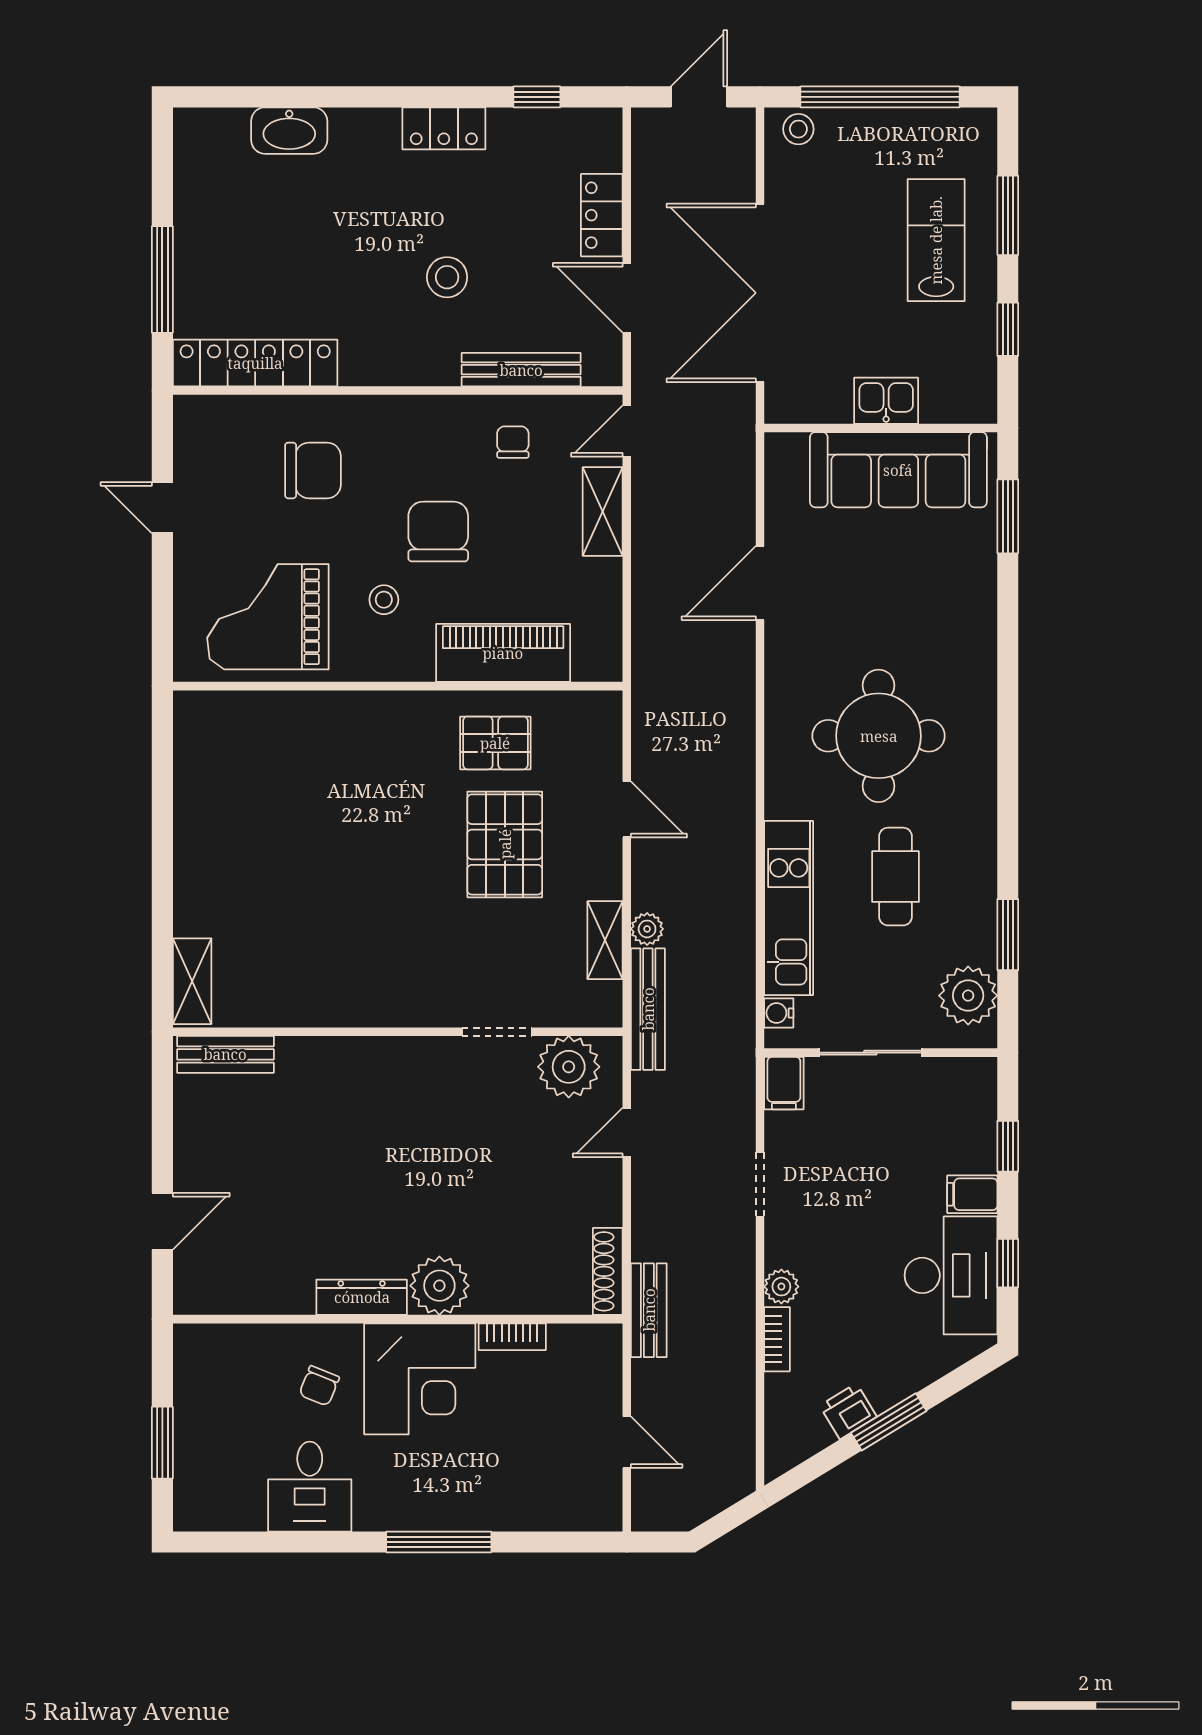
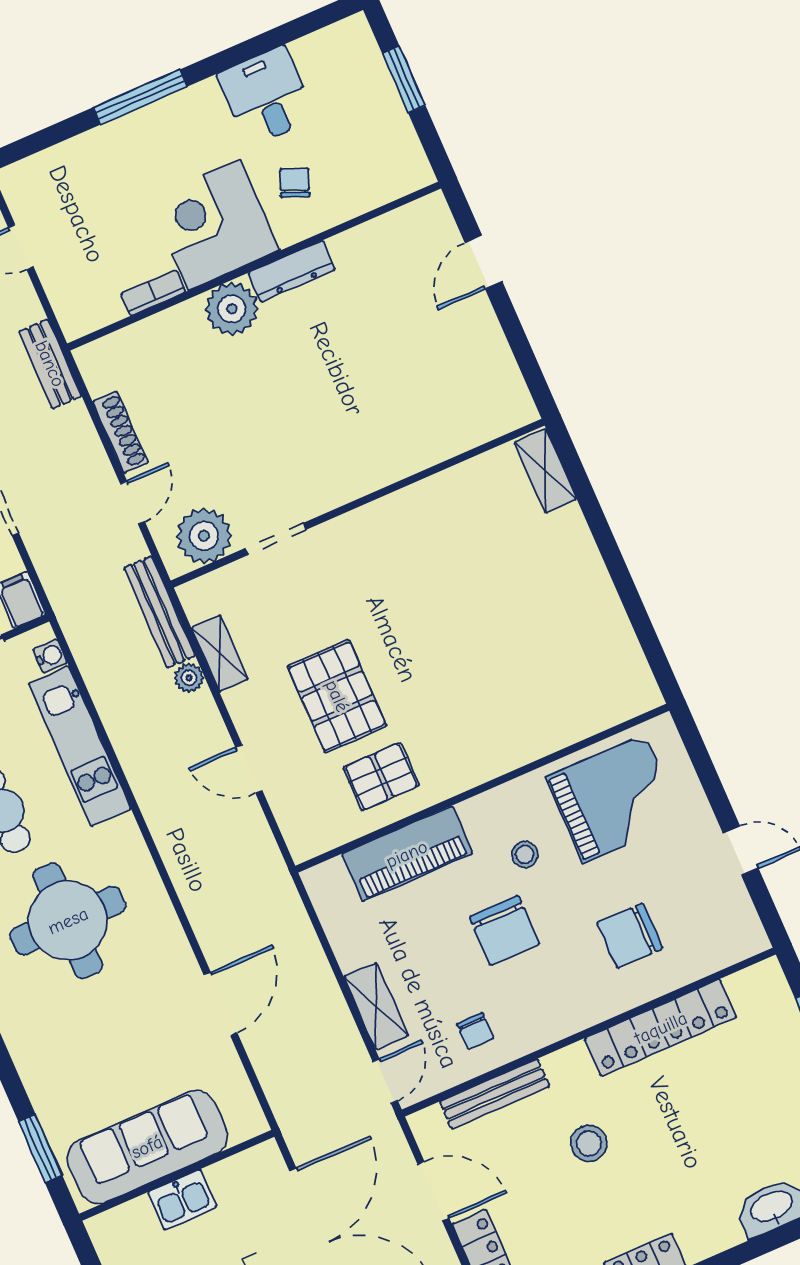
locker: (255, 363) -> (661, 1028), moved
bench: (225, 1054) -> (492, 422), removed
shoe rack: (608, 1271) -> (120, 432), moved

